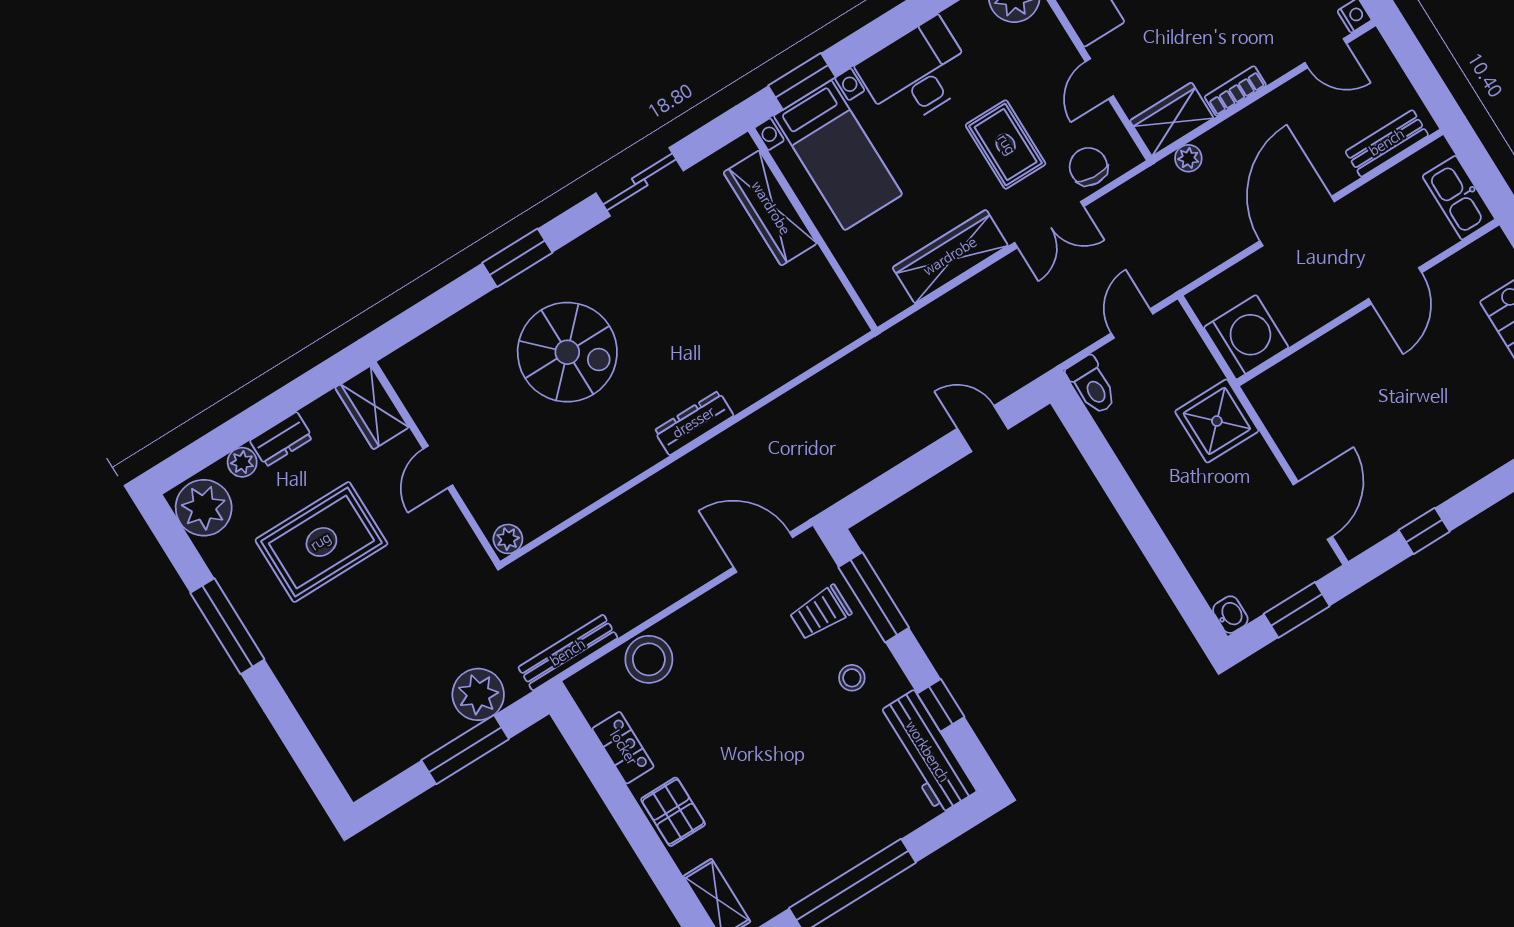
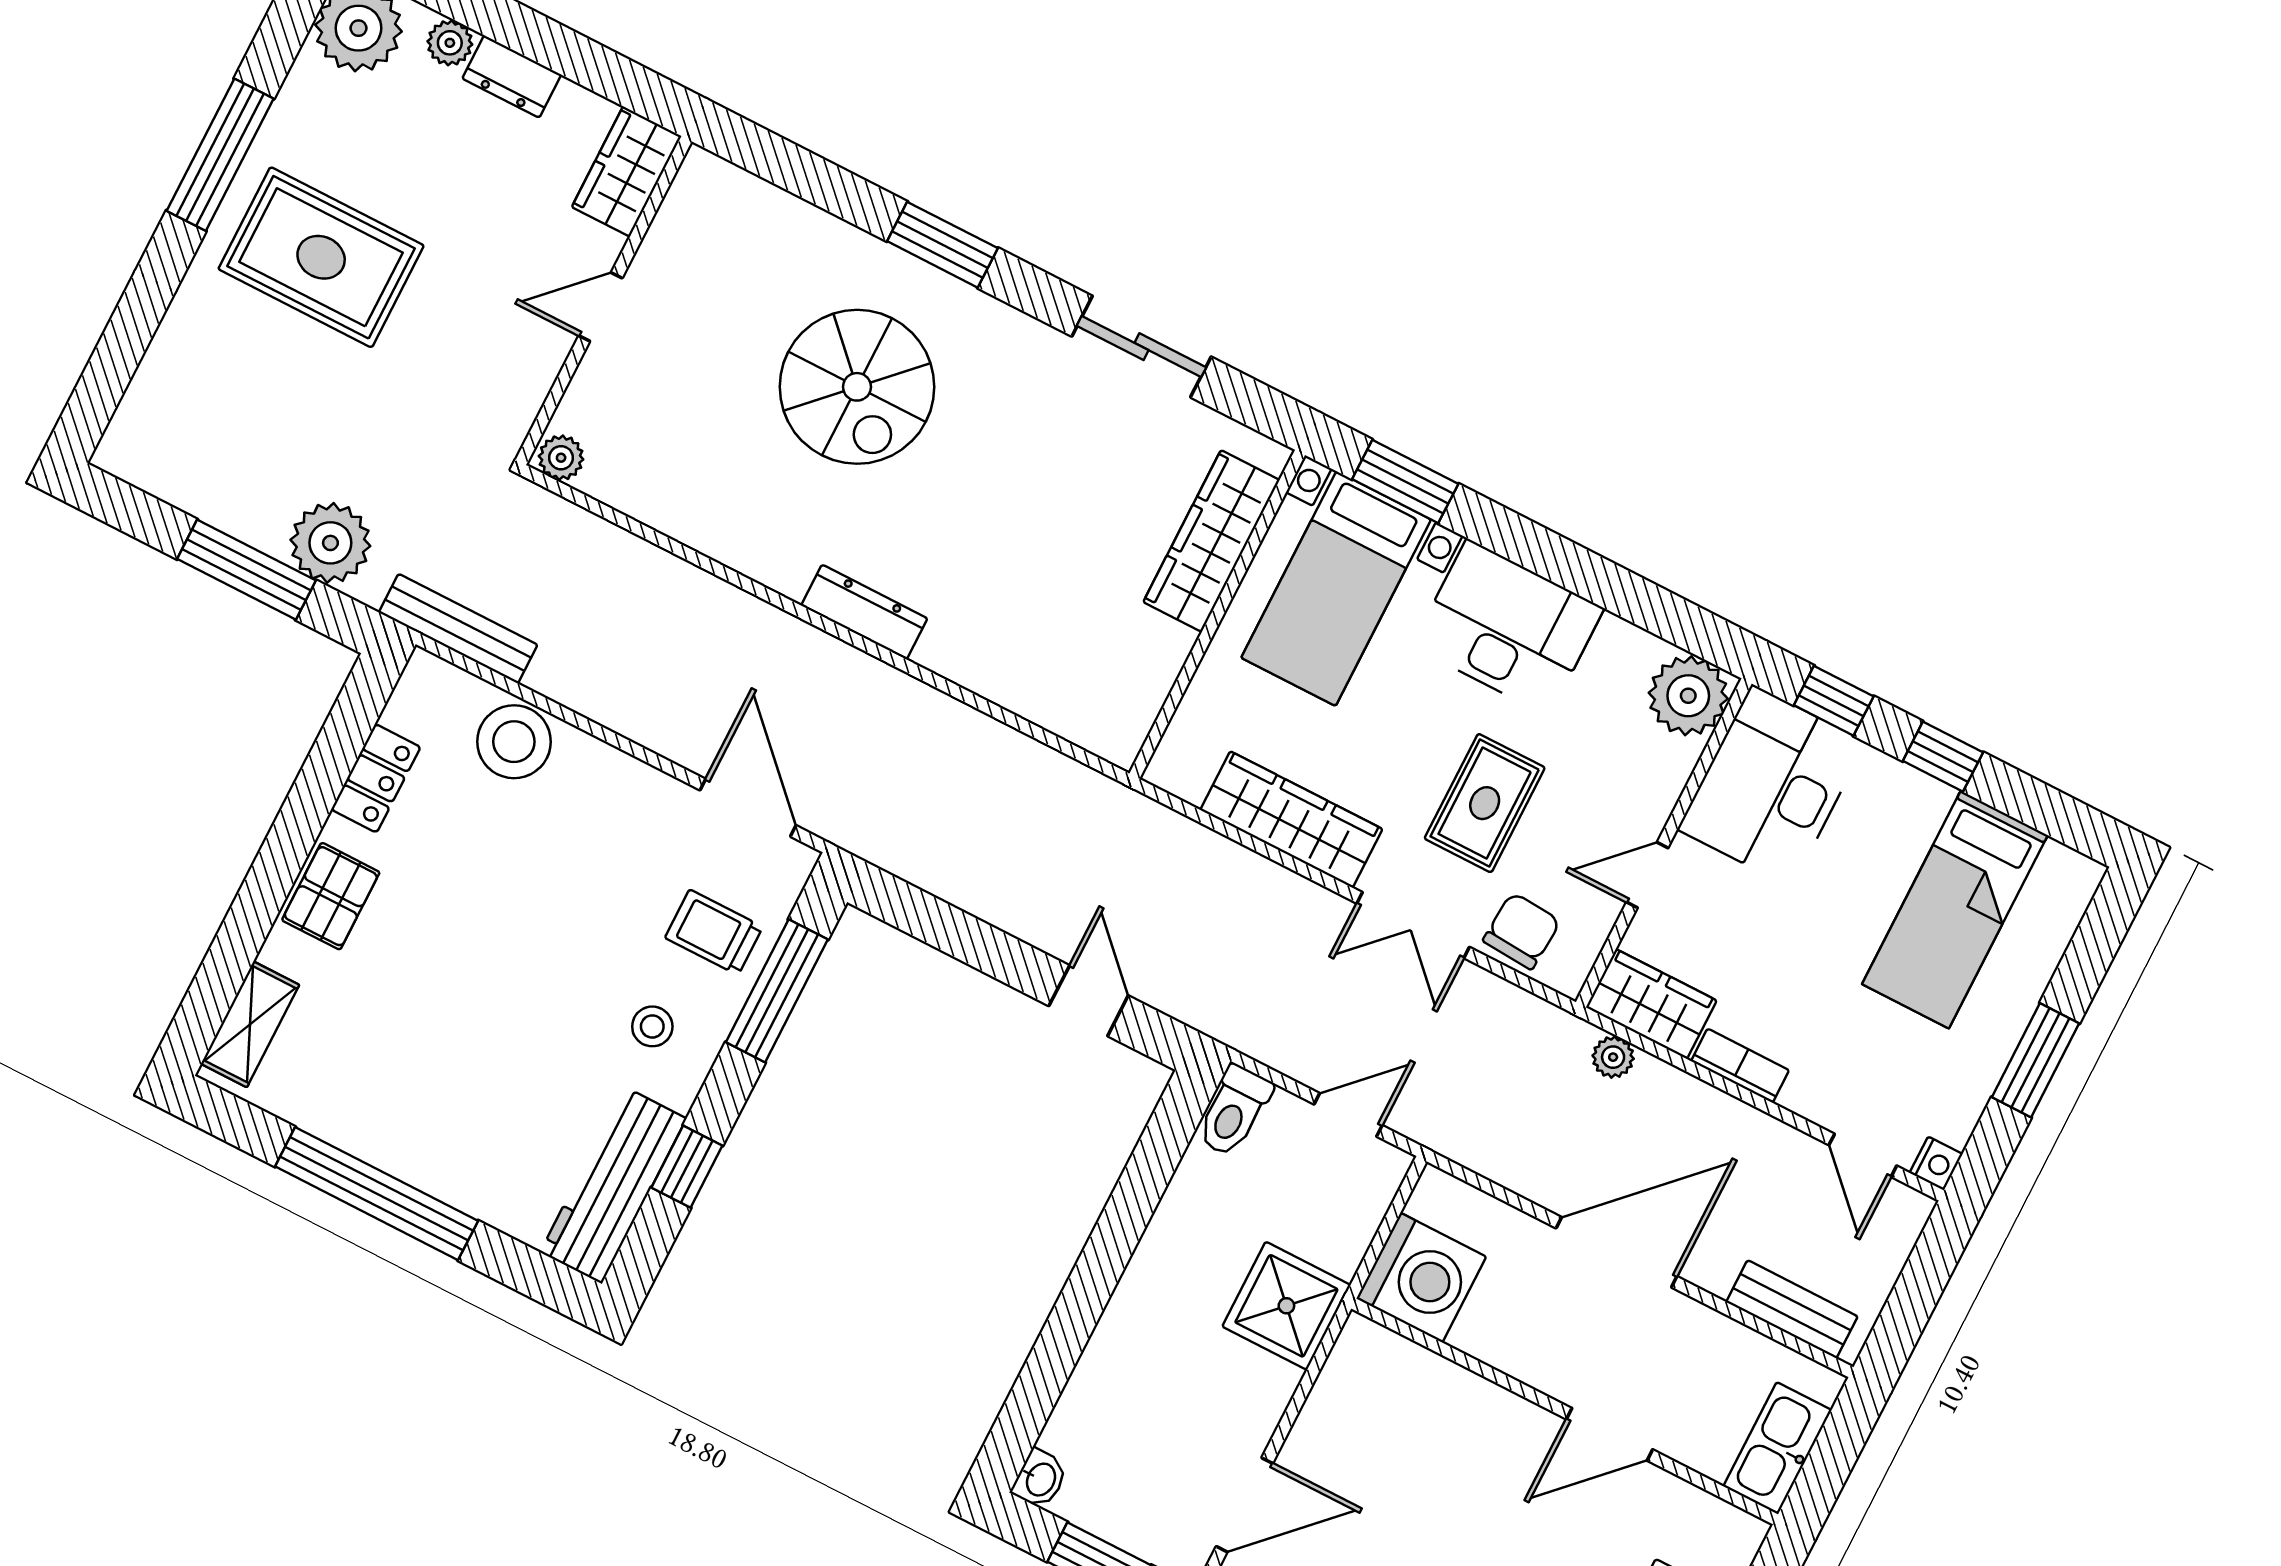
rug: (321, 542) -> (321, 257), moved

